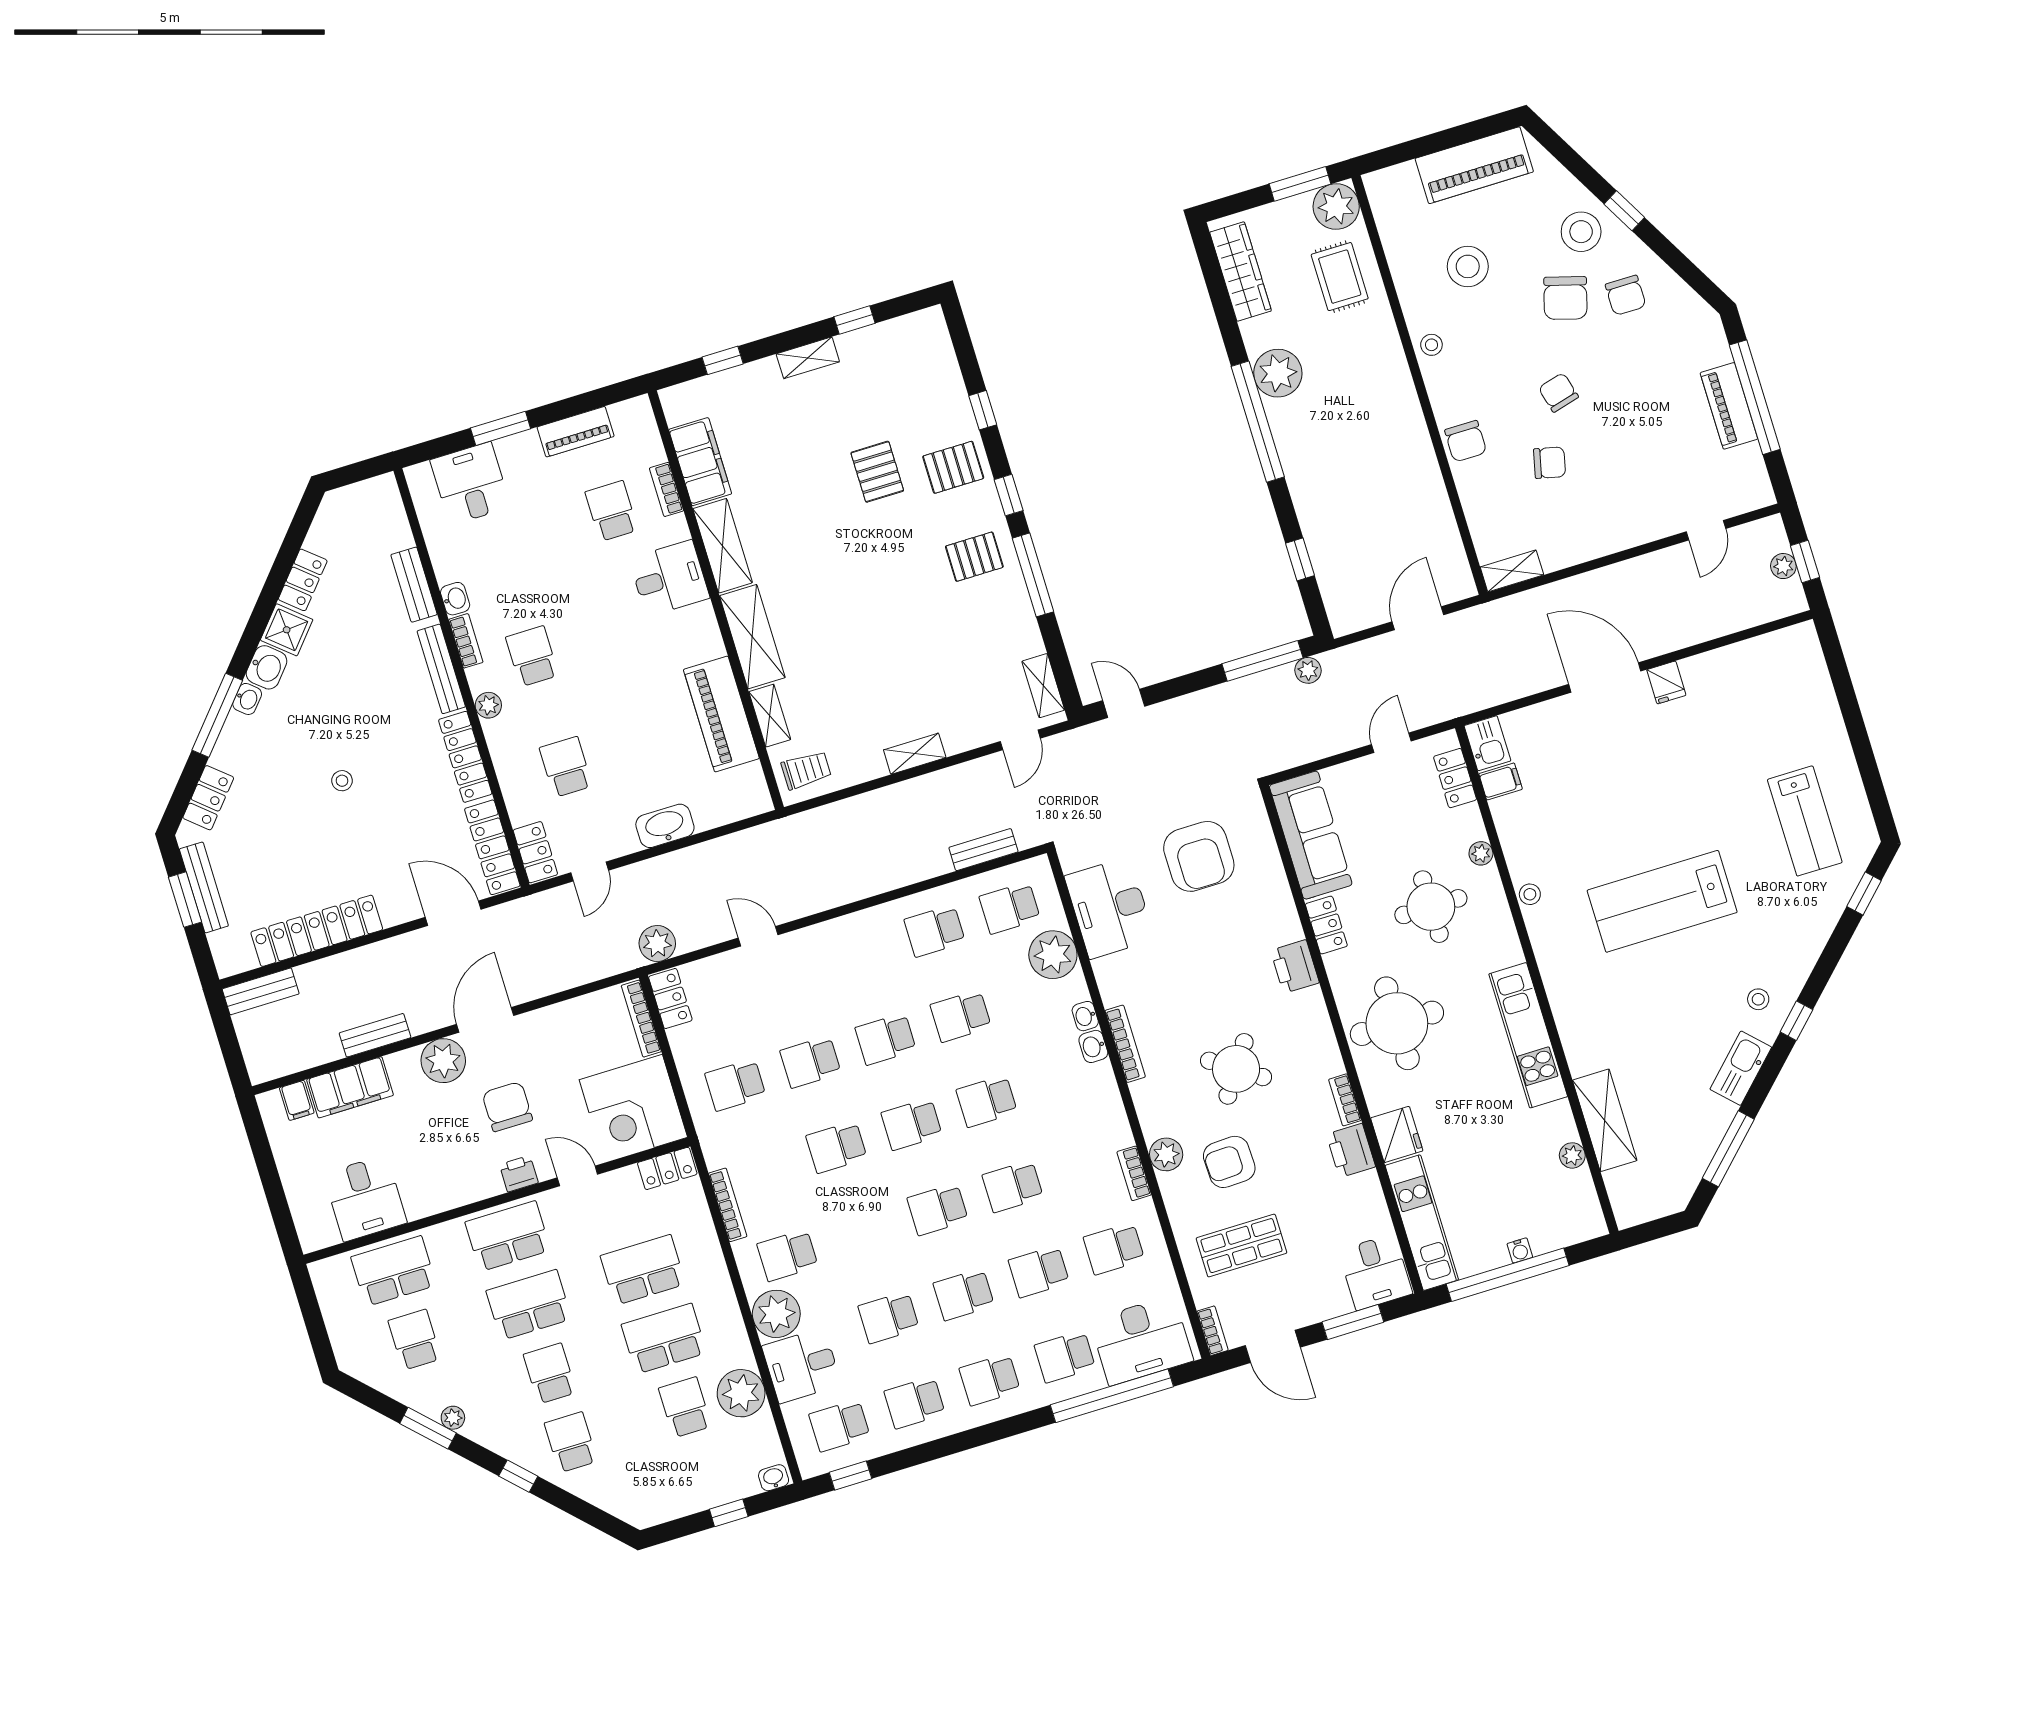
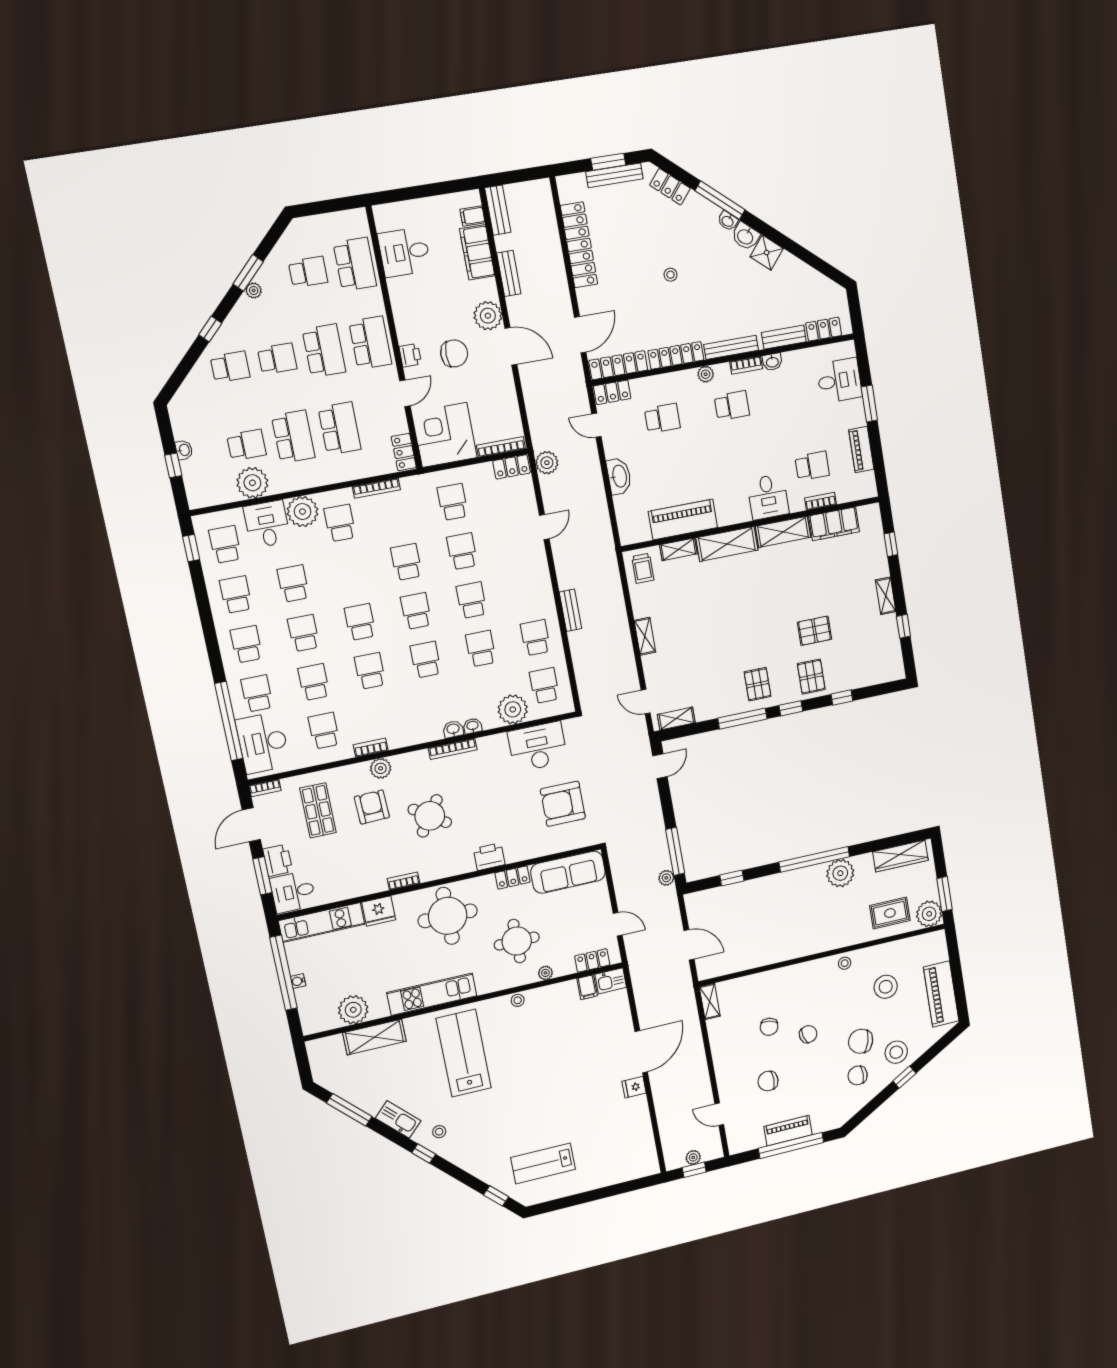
chair: (1466, 441) -> (768, 1081), moved
locker: (303, 580) -> (824, 329), moved, turned 139
bench: (983, 850) -> (570, 610), moved
lab bench: (1662, 901) -> (464, 1053), moved
bench: (261, 991) -> (498, 210), moved
printer: (1351, 1150) -> (278, 860), moved, turned 90
plant: (1572, 1155) -> (353, 1010), width x1.87, depth x1.87
washbasin: (774, 1478) -> (184, 450), moved

